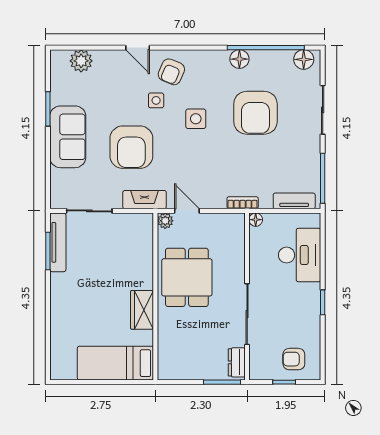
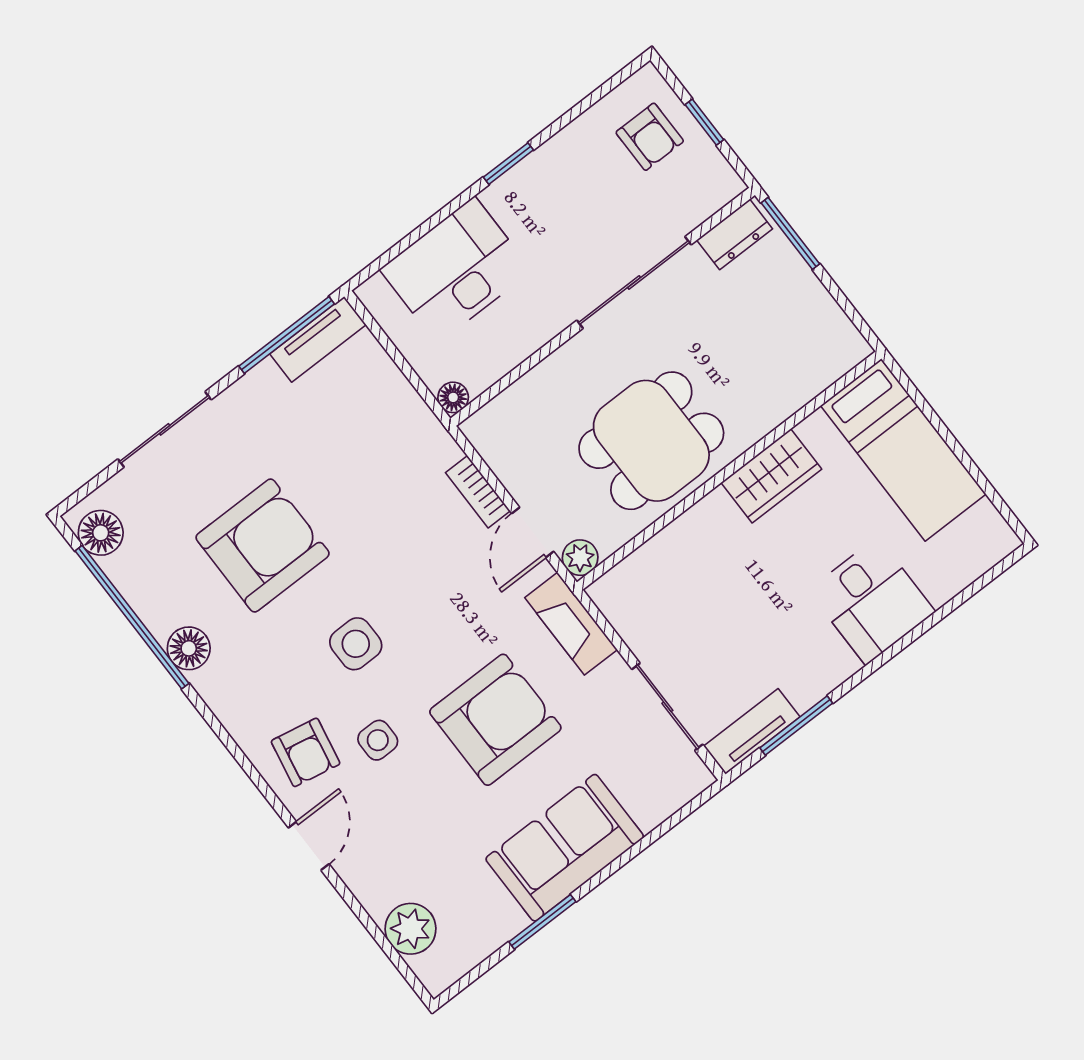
armchair: (171, 72) -> (306, 752), turned 78
tv unit: (294, 201) -> (318, 339), moved, turned -90
bookcase: (243, 203) -> (478, 492), moved
tv unit: (58, 242) -> (752, 732), width x0.71
desk: (71, 311) -> (872, 601), added

